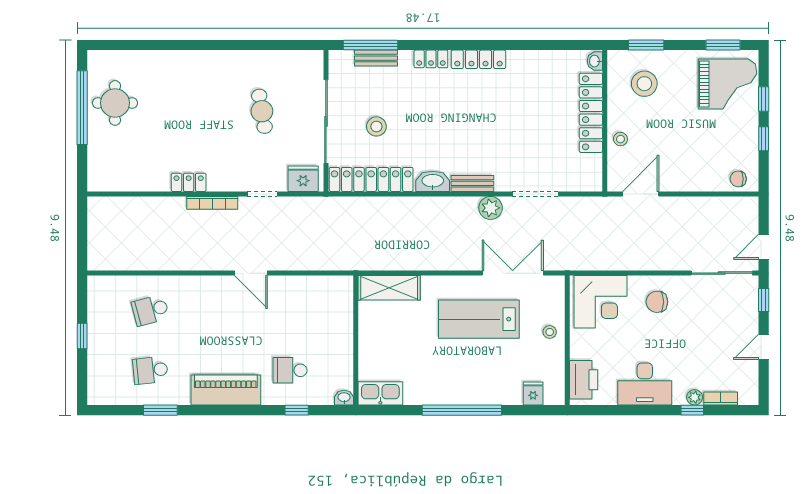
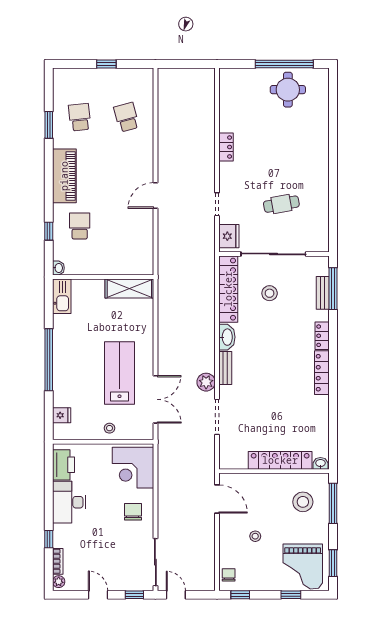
window: (646, 45) -> (333, 503), width x1.44
stool: (620, 139) -> (255, 536), moved
window: (764, 139) -> (240, 595), moved
bookcase: (212, 203) -> (210, 165), removed
shelving: (389, 288) -> (129, 289), moved, turned 90
printer: (584, 380) -> (63, 465), moved, turned -90
plant: (695, 397) -> (59, 582), moved

